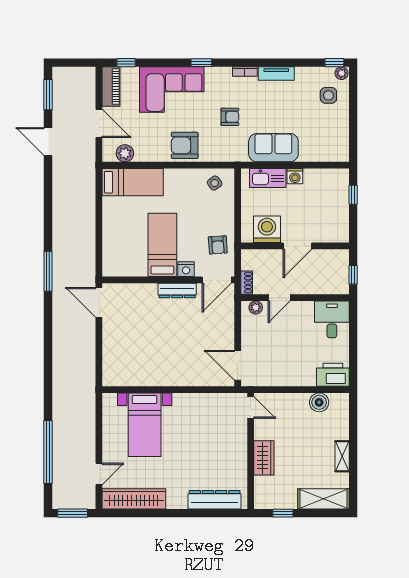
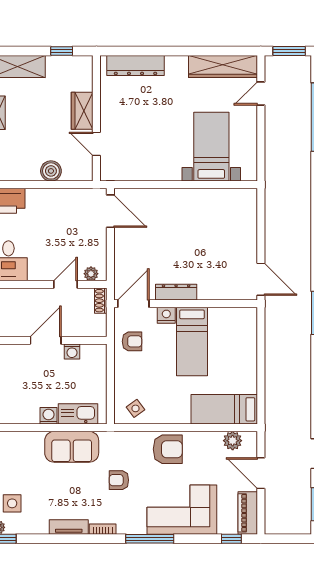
window: (201, 63) -> (150, 539), width x2.17
washing machine: (267, 229) -> (72, 351), width x0.53, depth x0.53
armchair: (218, 245) -> (132, 341), turned 94
boiler: (319, 402) -> (51, 171), moved
door: (251, 407) -> (96, 144), moved

